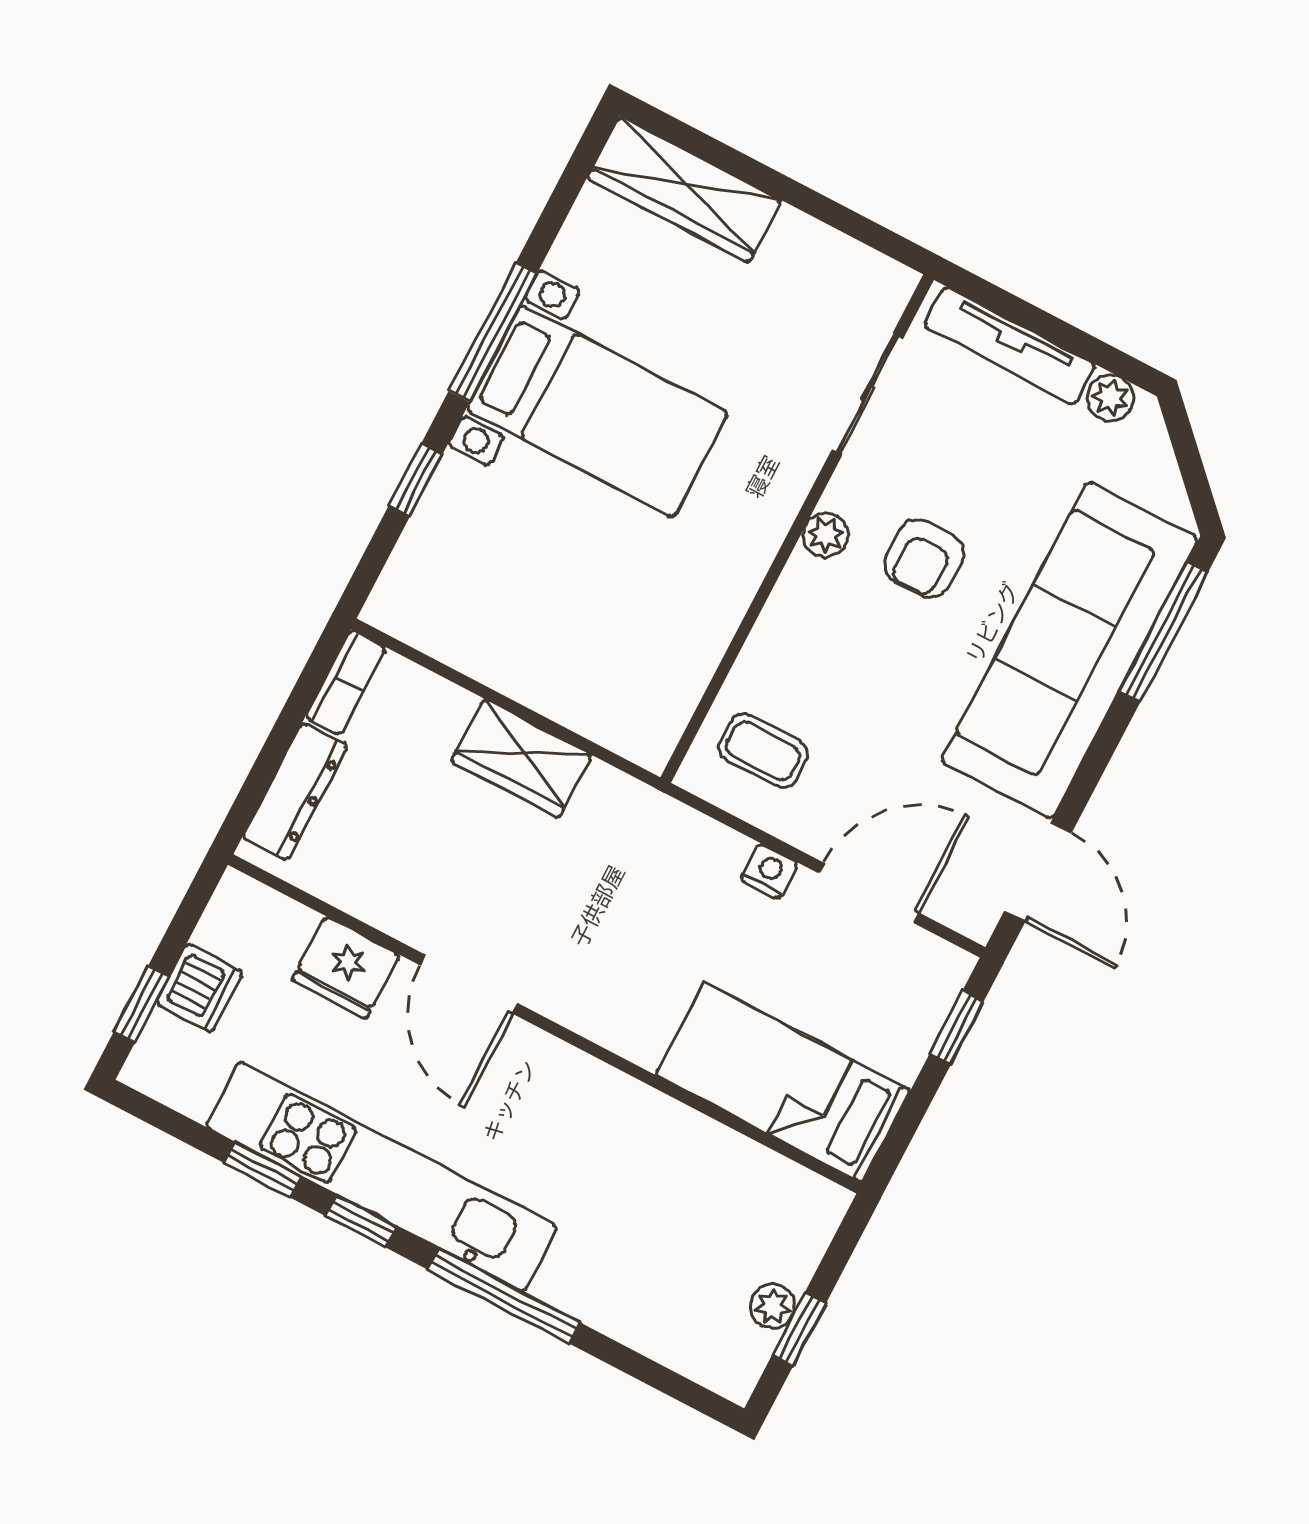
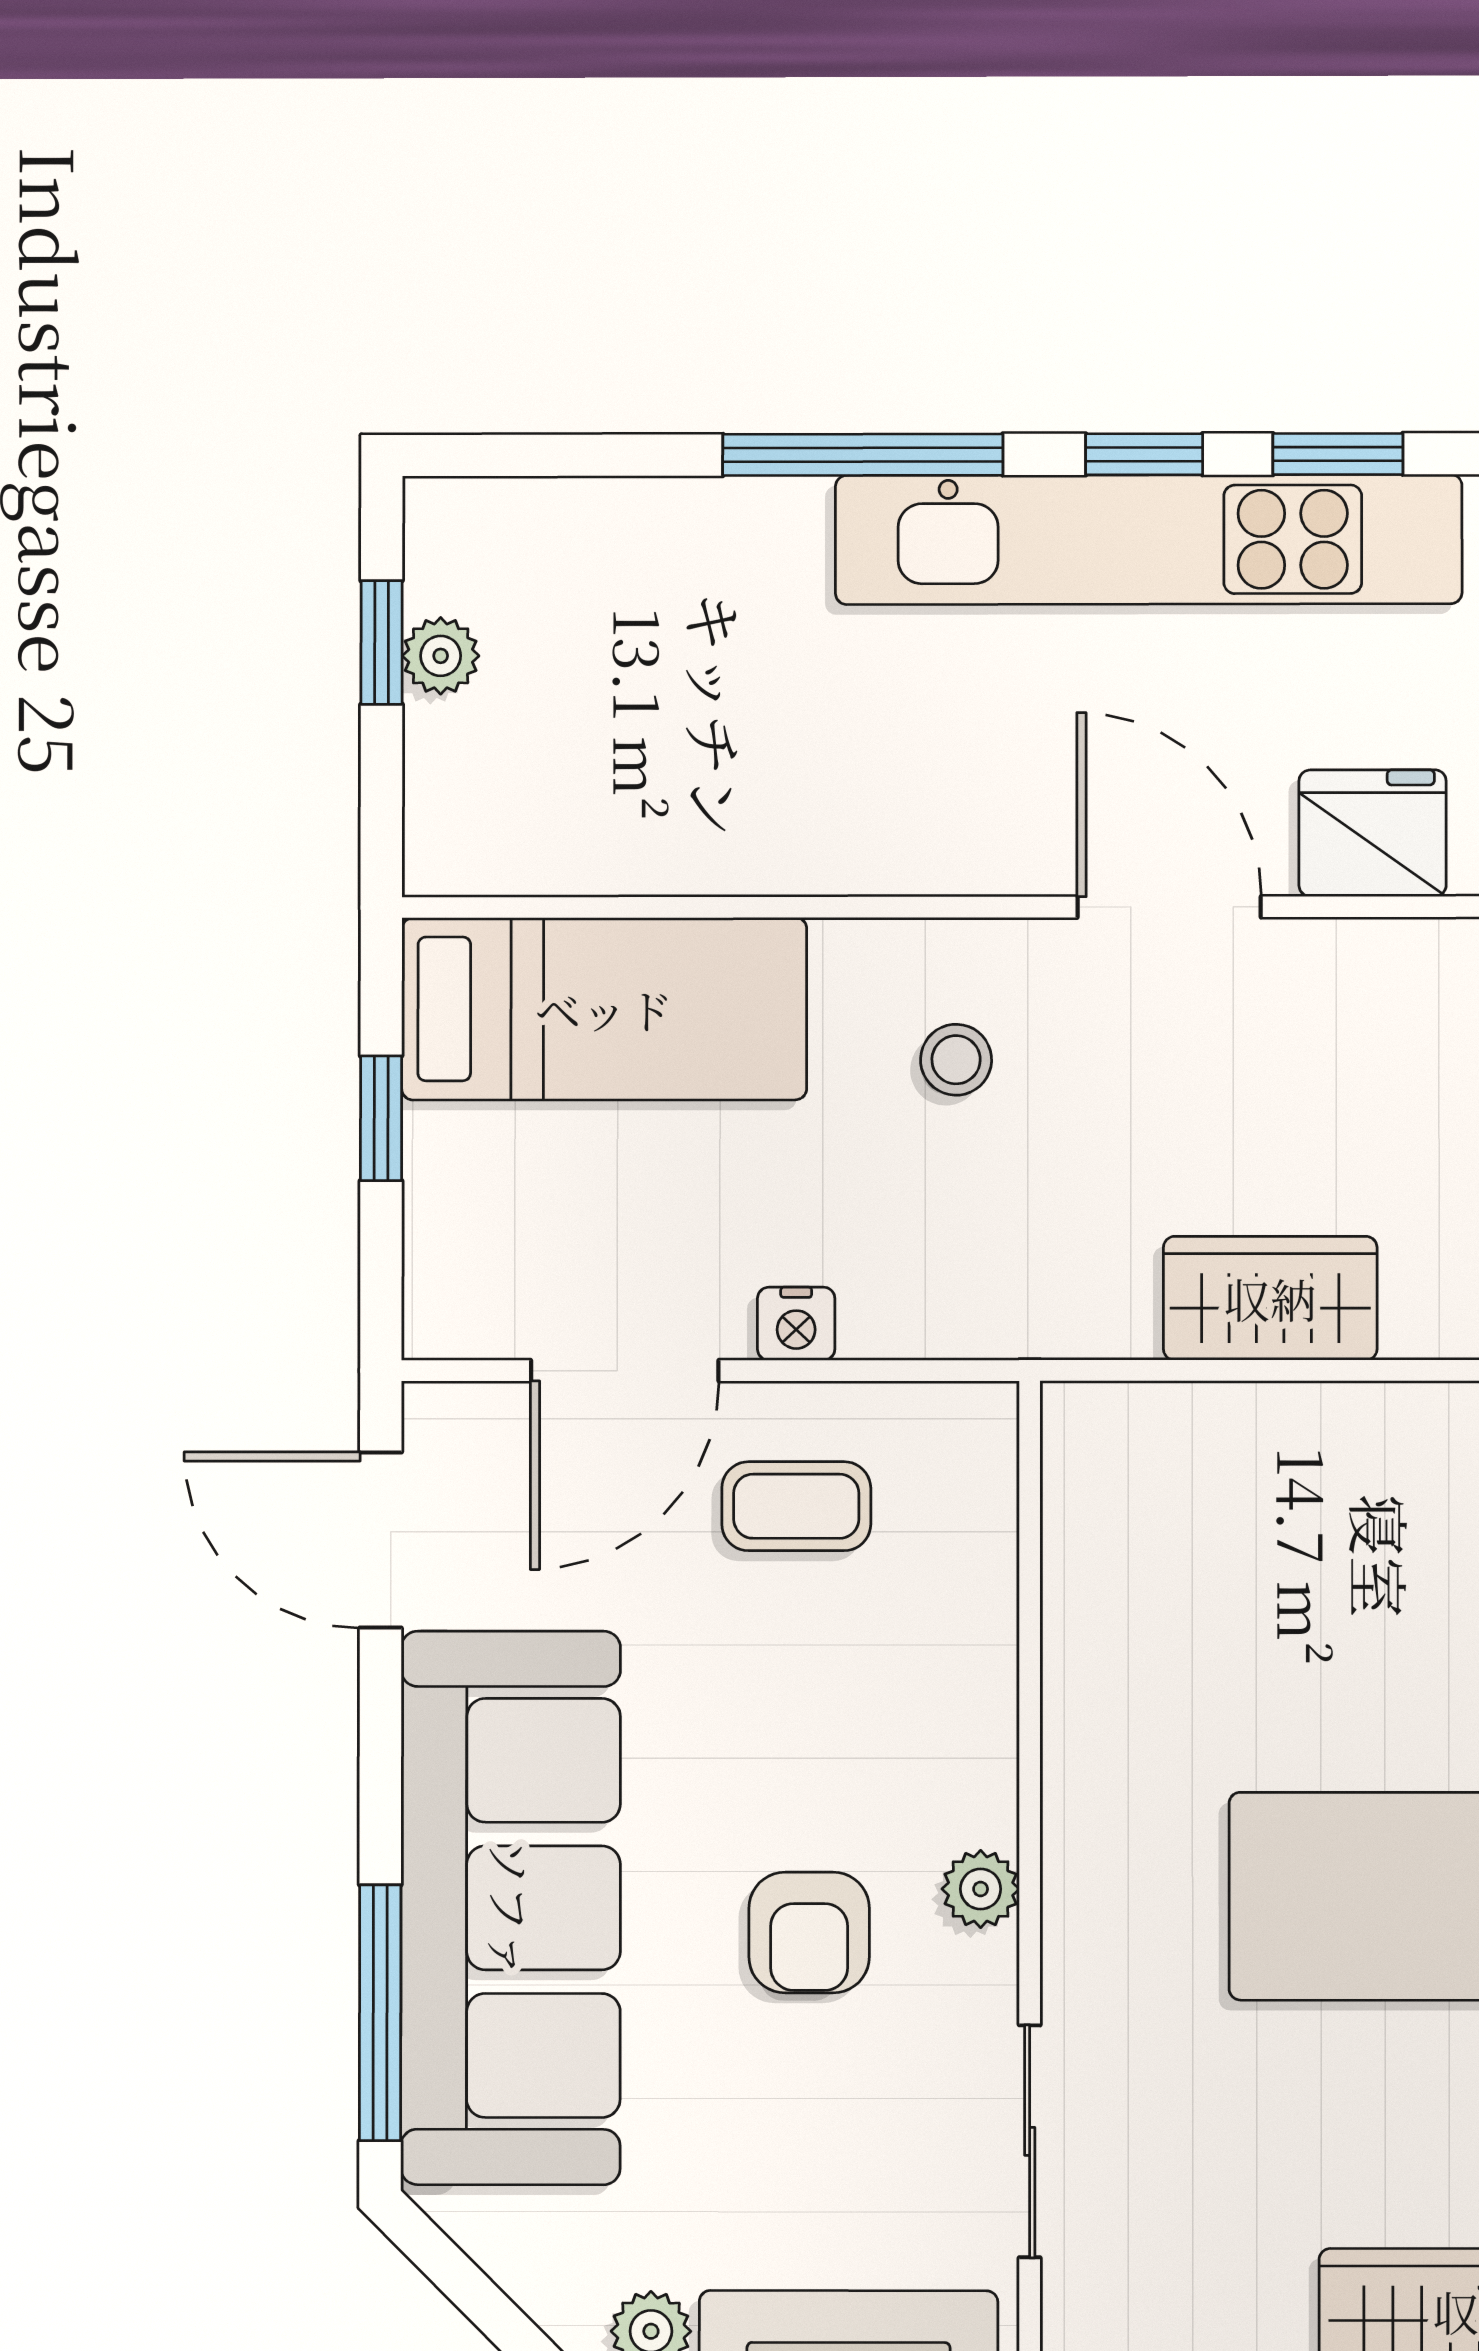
armchair: (924, 558) -> (809, 1932), turned 180
coffee table: (763, 751) -> (796, 1506), moved
stool: (618, 963) -> (956, 1060), added
window: (957, 1028) -> (381, 1118), moved

